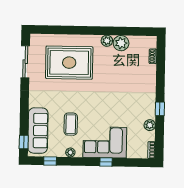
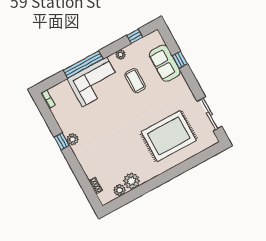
plant: (107, 41) -> (119, 190), moved
plant: (150, 125) -> (72, 139), moved
sofa: (38, 131) -> (165, 63), width x0.73
window: (24, 142) -> (180, 60), moved
window: (106, 162) -> (83, 64), width x3.17

